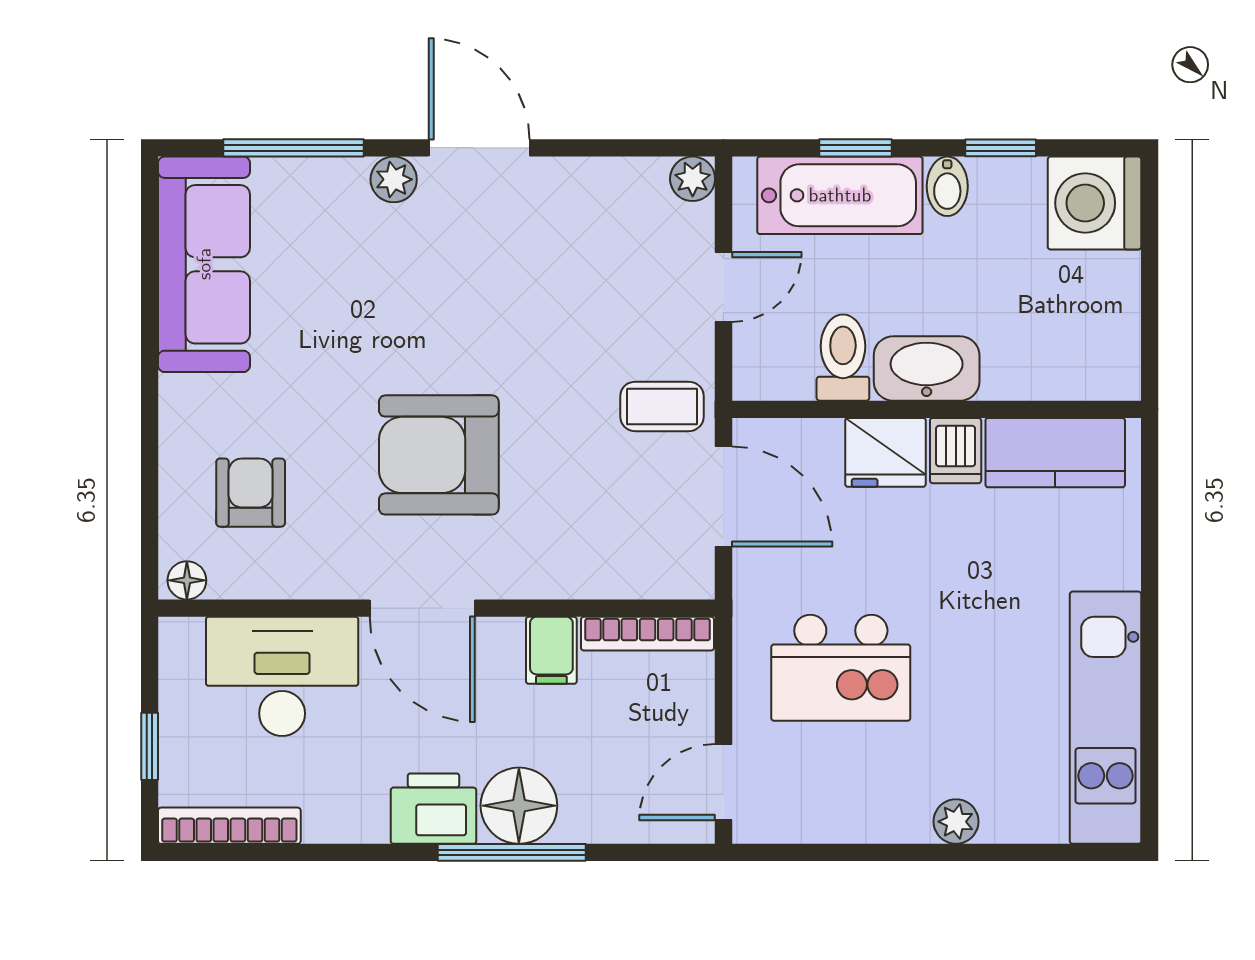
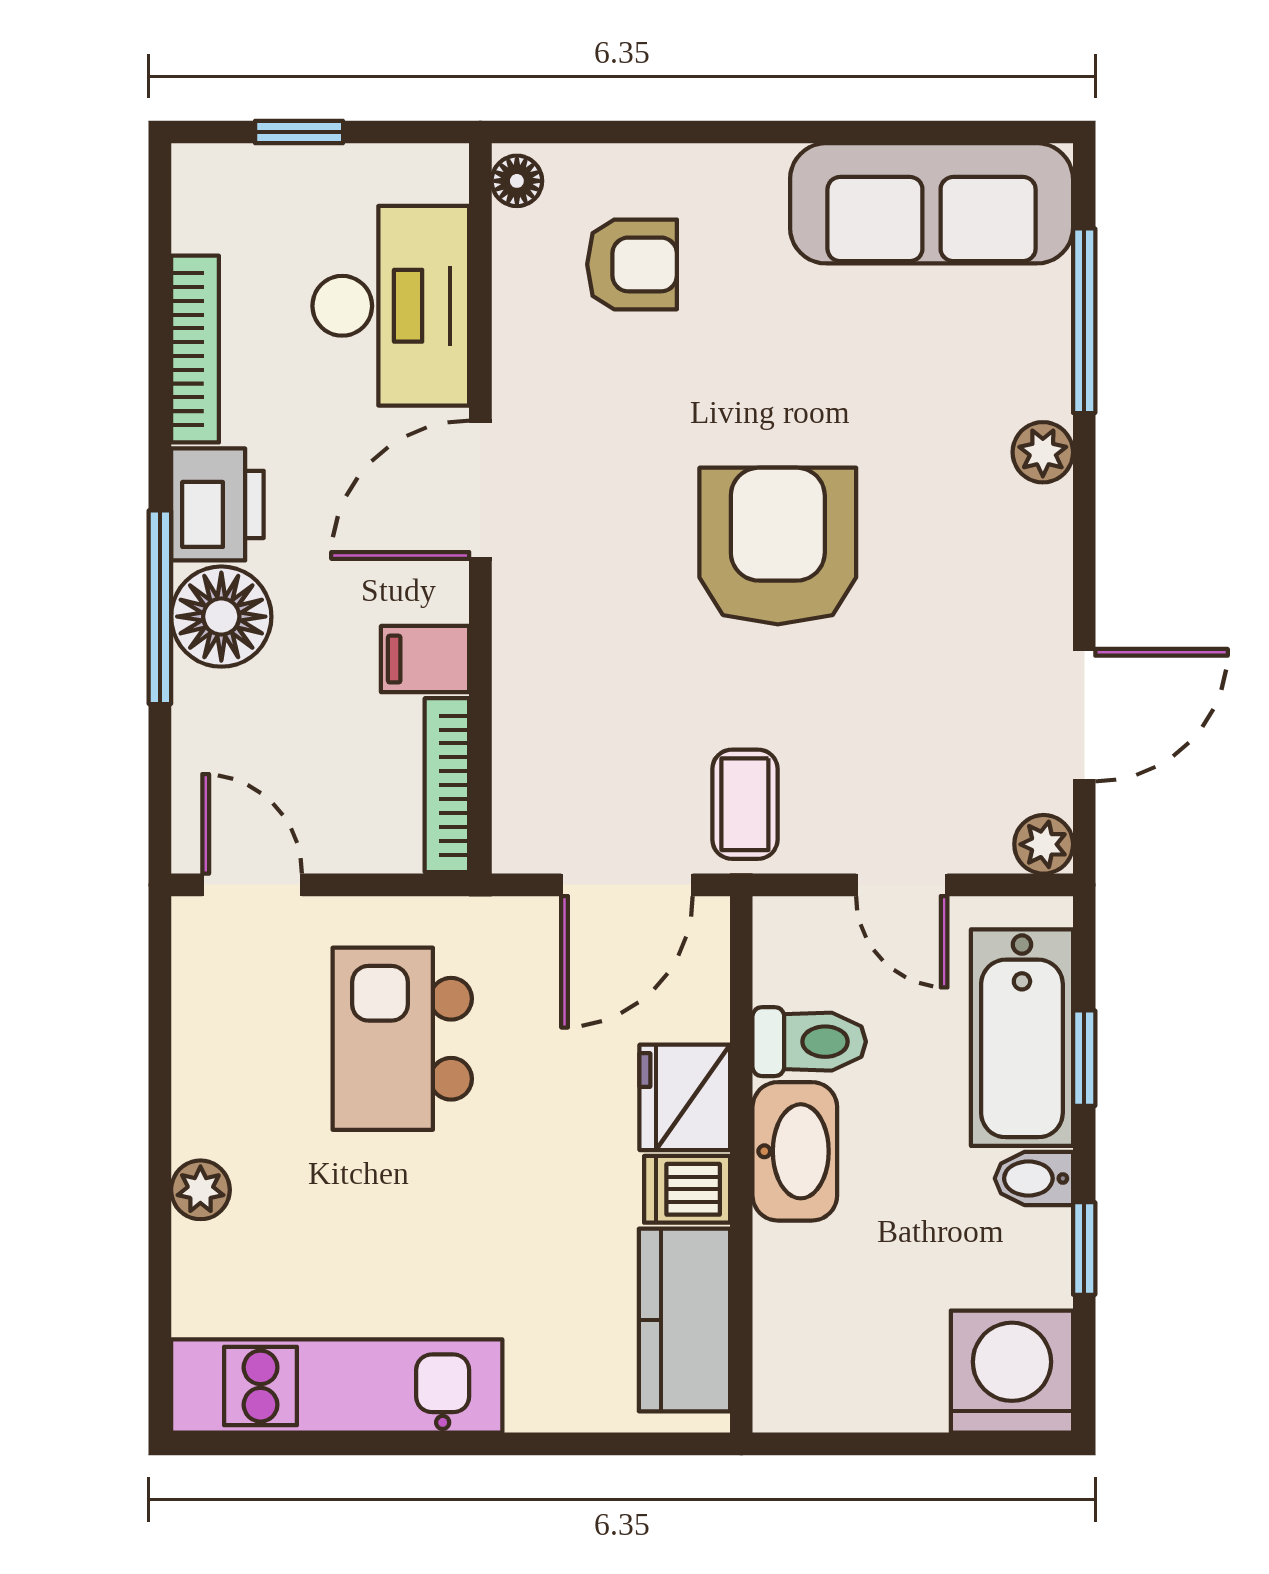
door: (479, 148) -> (1084, 715), moved
armchair: (439, 455) -> (778, 546), moved
bookcase: (229, 826) -> (195, 349), moved

